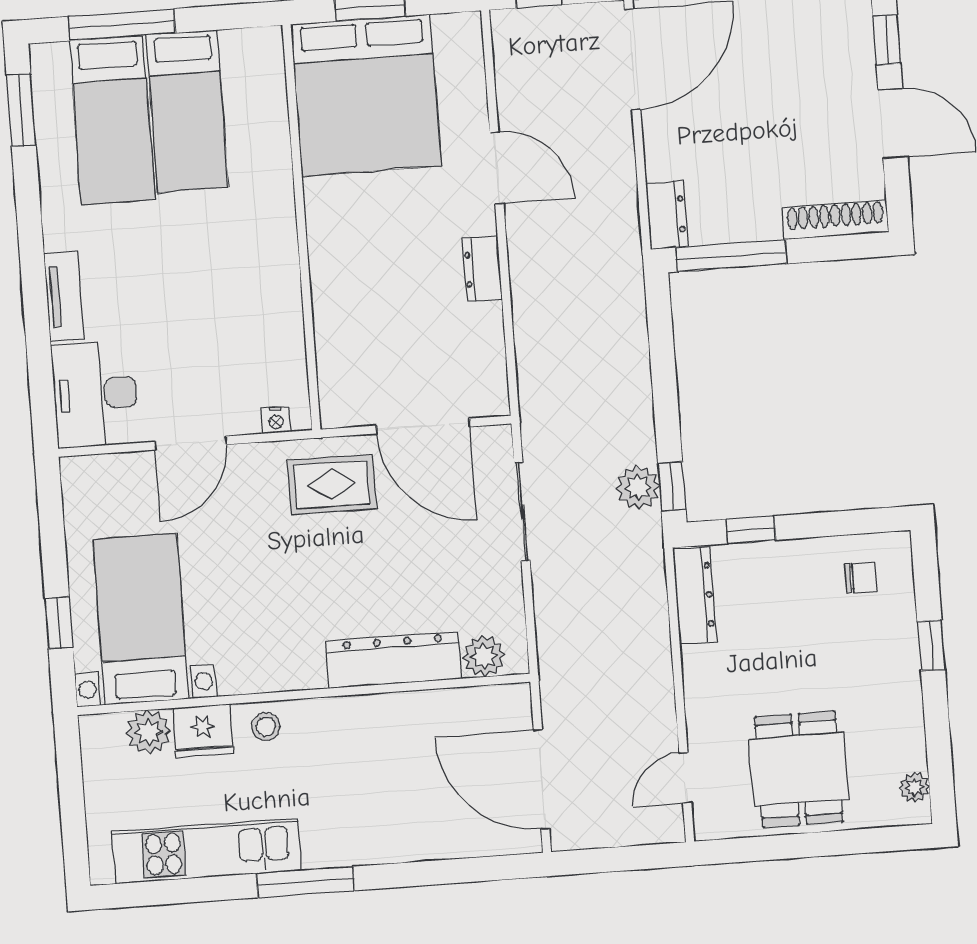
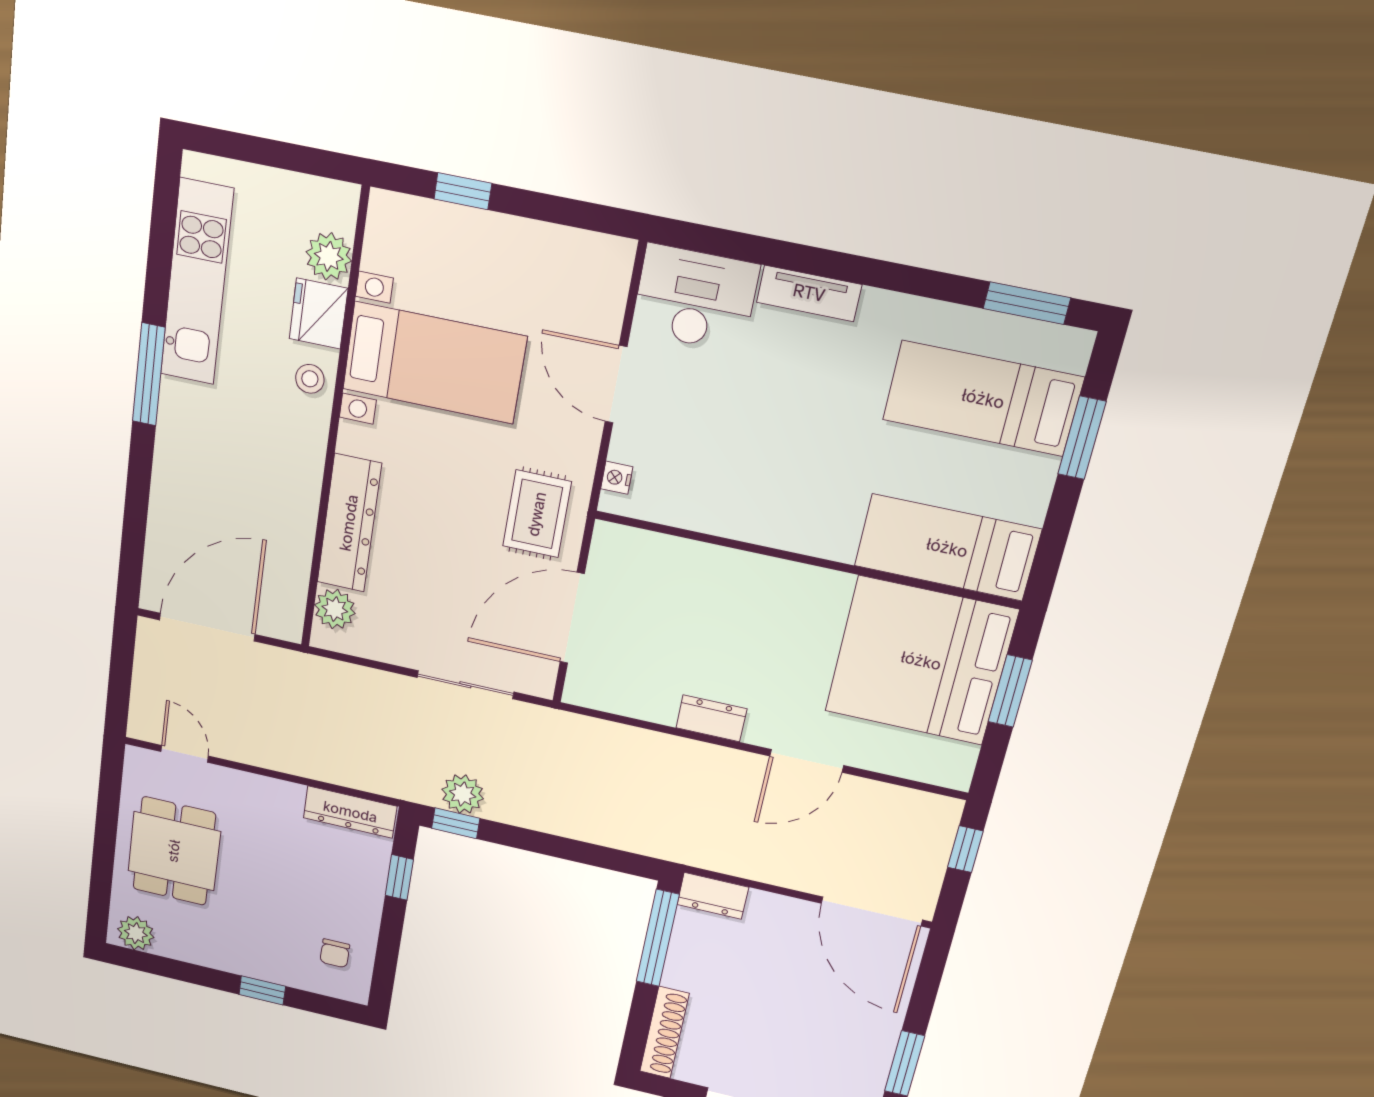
window: (122, 25) -> (1082, 438), width x0.69
bed: (187, 111) -> (947, 548), moved
bed with nightstands: (141, 619) -> (434, 363), moved
dining table: (799, 769) -> (174, 851), turned 90
plant: (914, 787) -> (136, 933), width x1.38, depth x1.38

